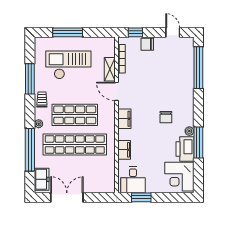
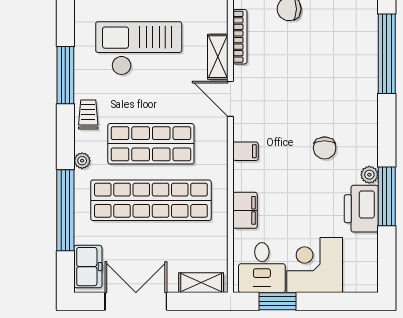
filing cabinet: (124, 119) -> (246, 151), width x0.50
corner desk: (179, 177) -> (315, 265), moved, turned 90
shelving: (101, 188) -> (201, 283), added

